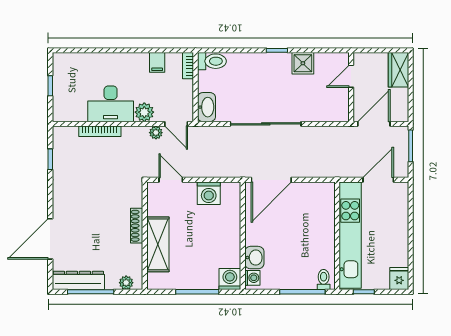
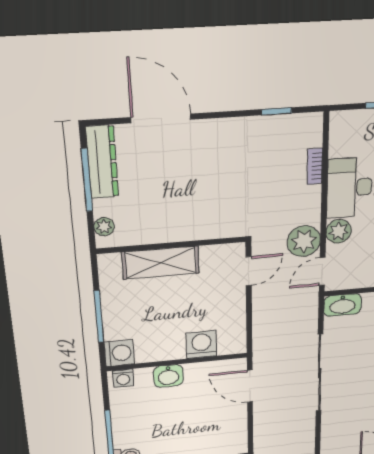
bookcase: (100, 131) -> (315, 166), width x0.64
plant: (156, 133) -> (304, 241), width x1.87, depth x1.87
door: (271, 180) -> (250, 386), width x0.73
washing machine: (209, 193) -> (201, 344), moved, turned 90
shoe rack: (137, 226) -> (185, 234), removed
washbasin: (254, 258) -> (168, 376), moved

